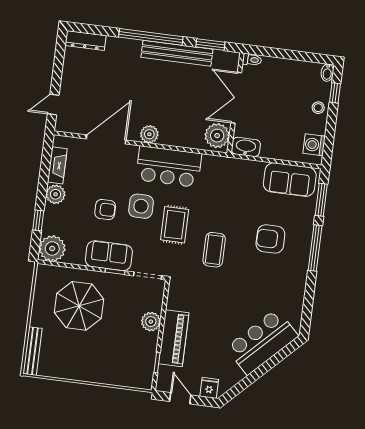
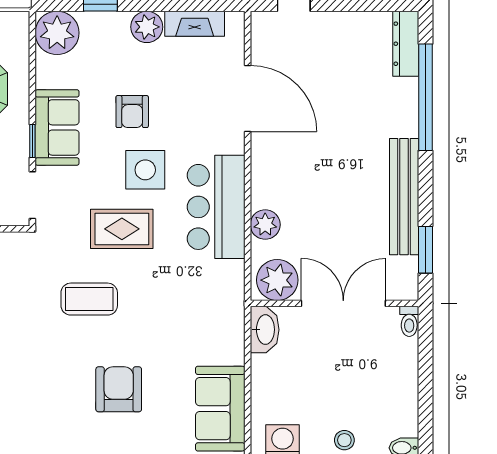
window: (151, 37) -> (425, 97), moved
plant: (149, 134) -> (265, 225), moved

